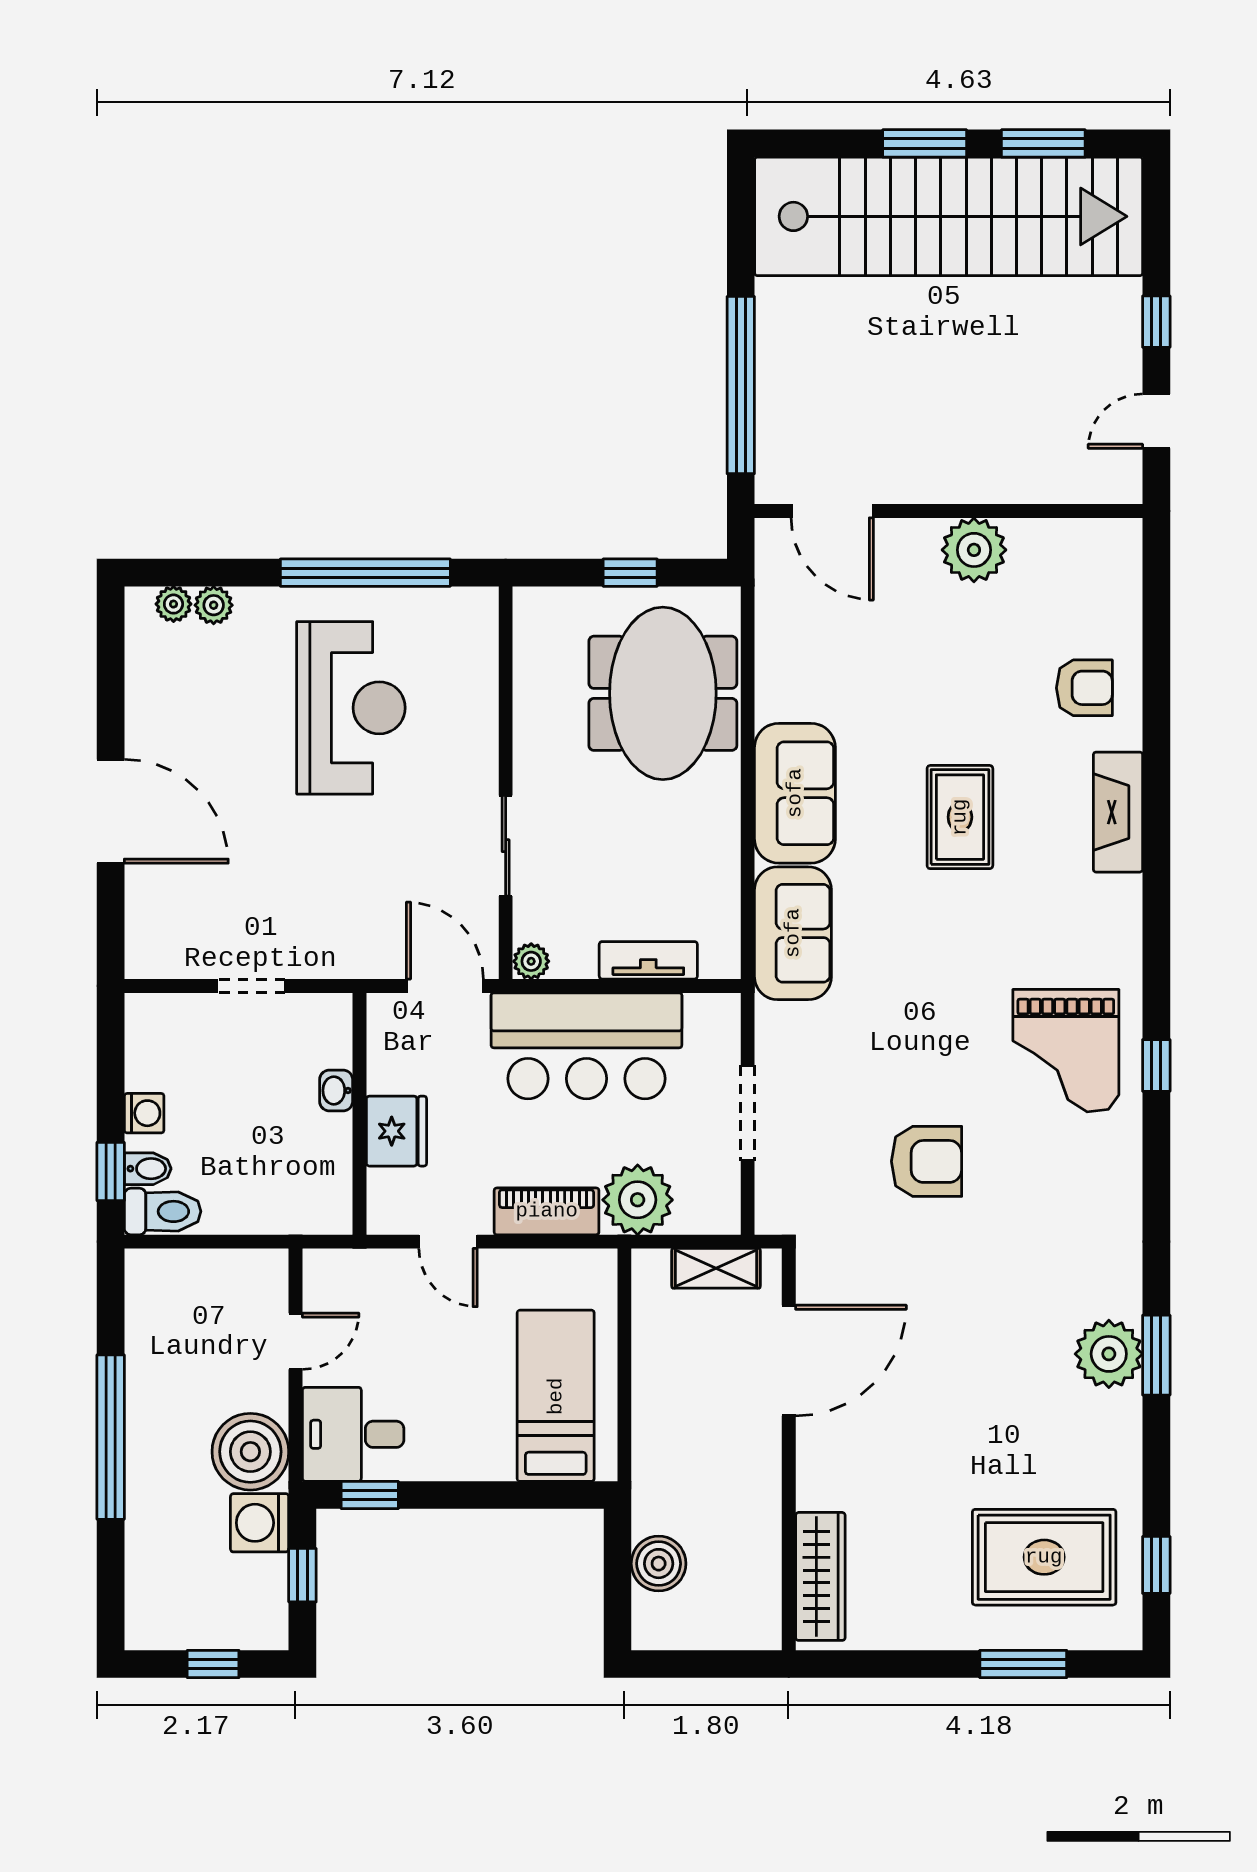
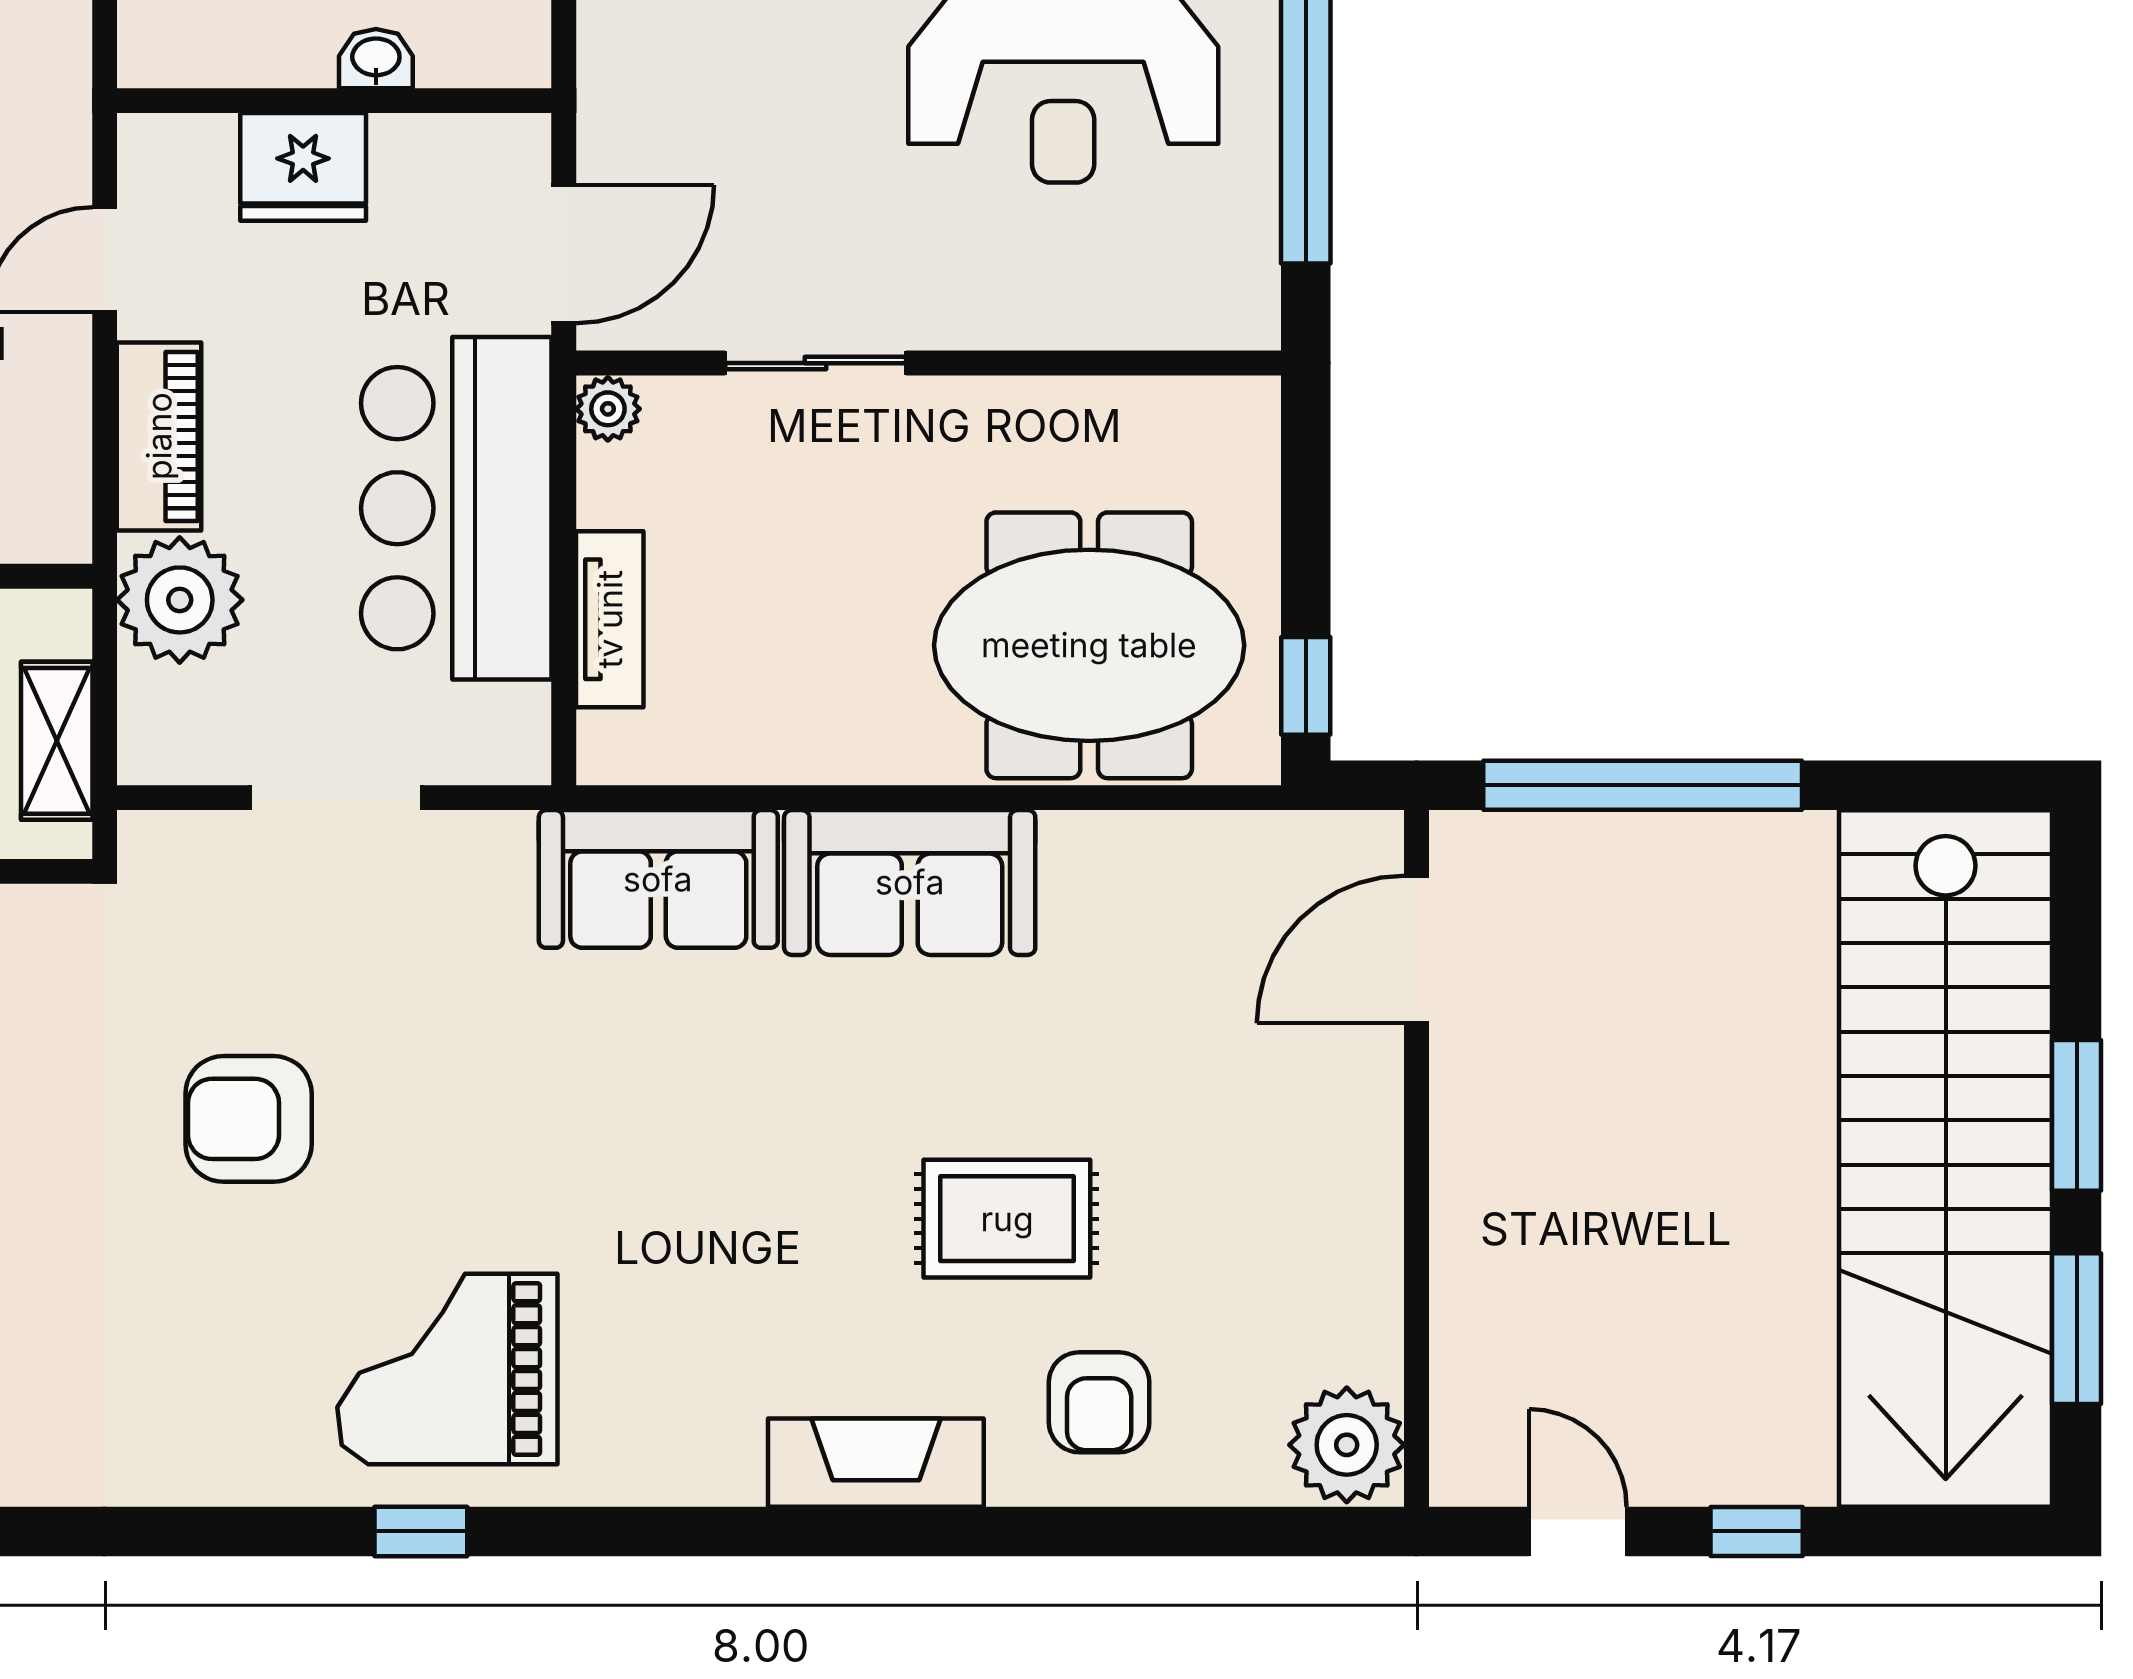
plant: (974, 550) -> (1347, 1445), moved
window: (630, 573) -> (1306, 686), moved
rug: (960, 817) -> (1007, 1219), moved
armchair: (927, 1161) -> (249, 1119), turned 90

